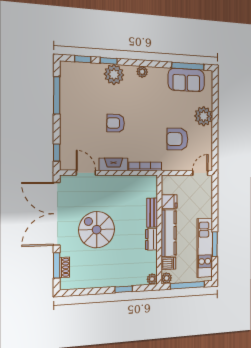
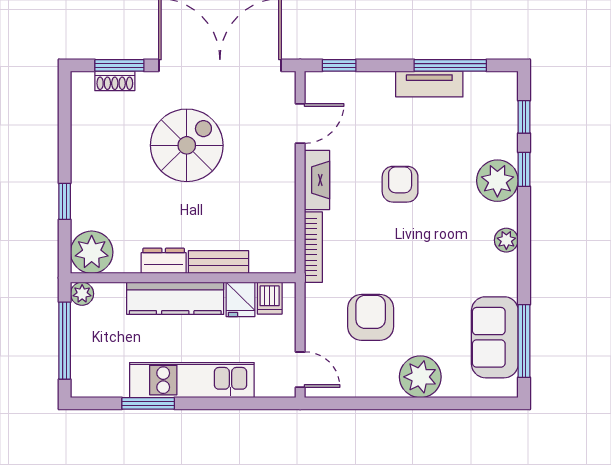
tv unit: (66, 107) -> (429, 84), added
kitchen unit: (205, 248) -> (192, 380), moved
dishwasher: (168, 264) -> (270, 298), moved
plant: (152, 279) -> (92, 252), width x1.88, depth x1.88

